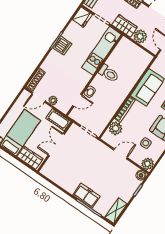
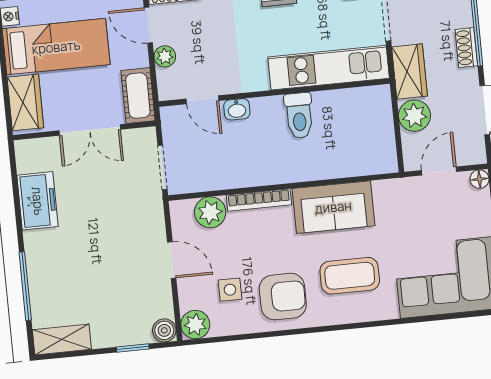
double door: (56, 145) -> (90, 130), swing flipped
freezer: (86, 196) -> (38, 201), moved

